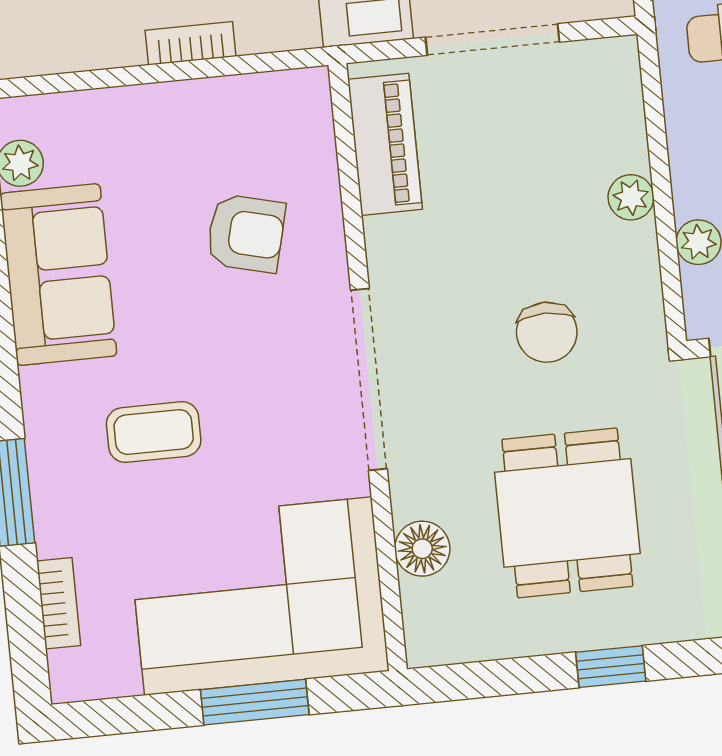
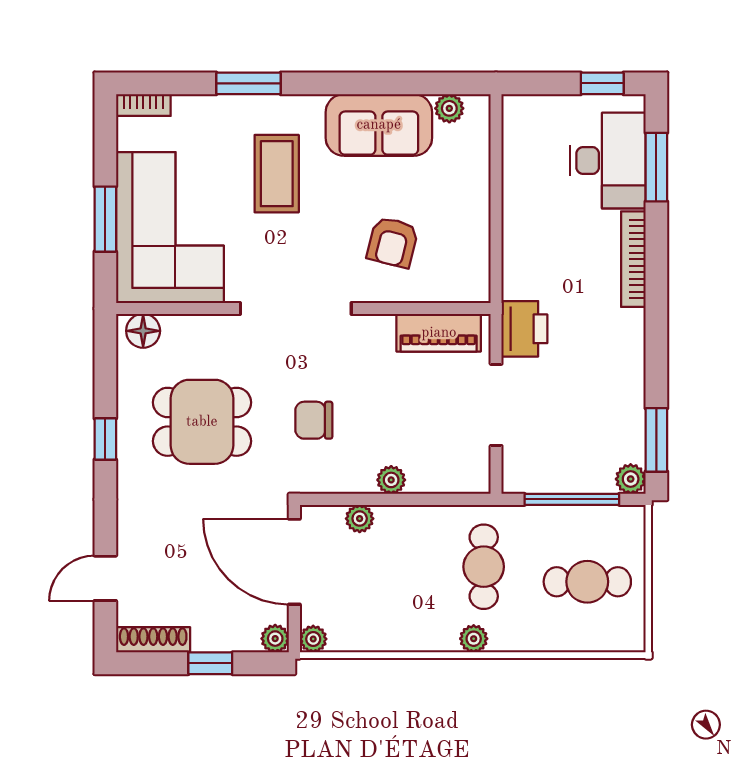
bookcase: (191, 43) -> (512, 220), removed
coffee table: (154, 432) -> (277, 174), width x1.36, depth x1.30
floor lamp: (422, 549) -> (143, 331), moved
bookcase: (59, 603) -> (143, 105), moved

